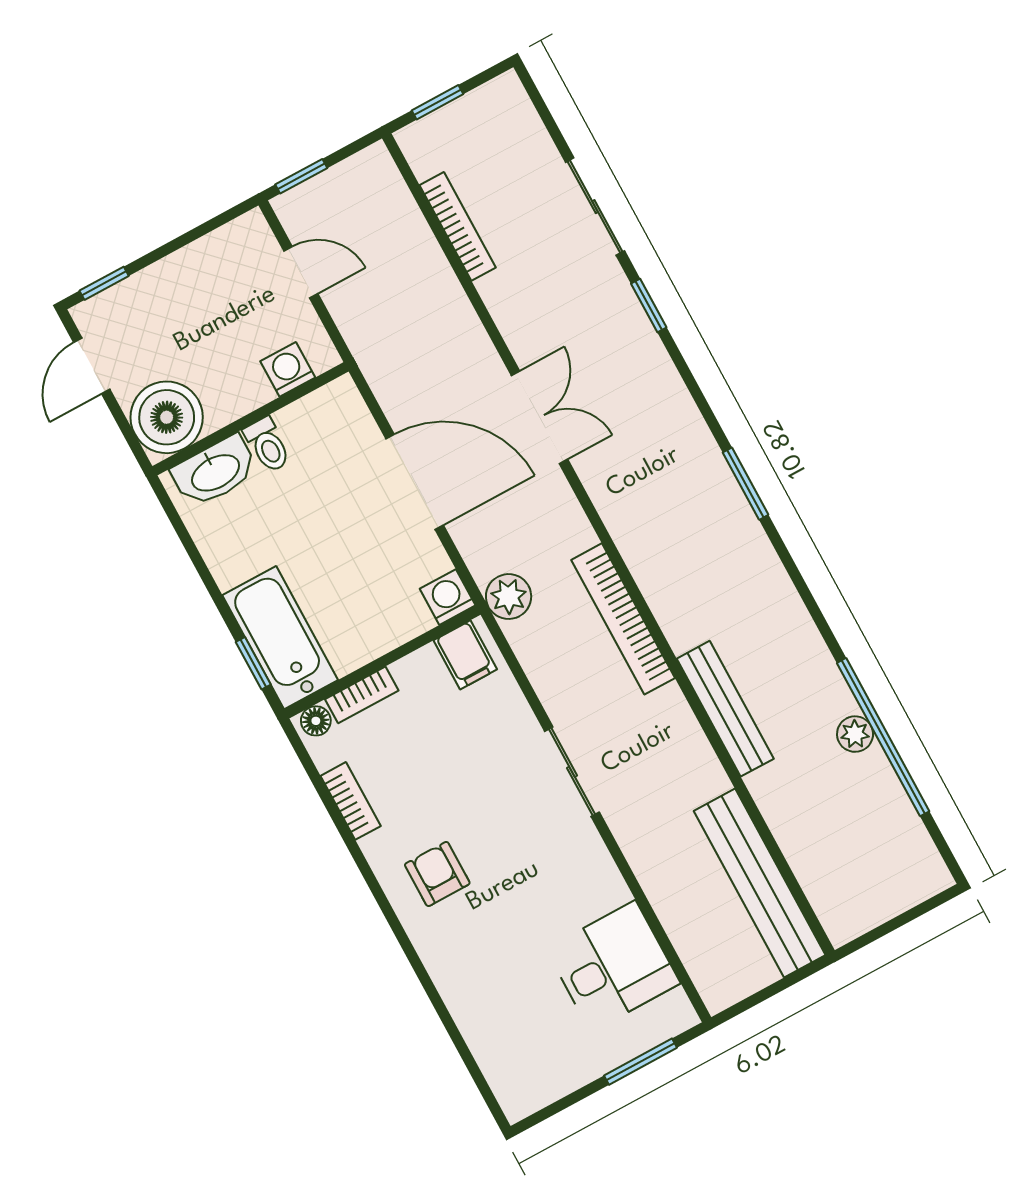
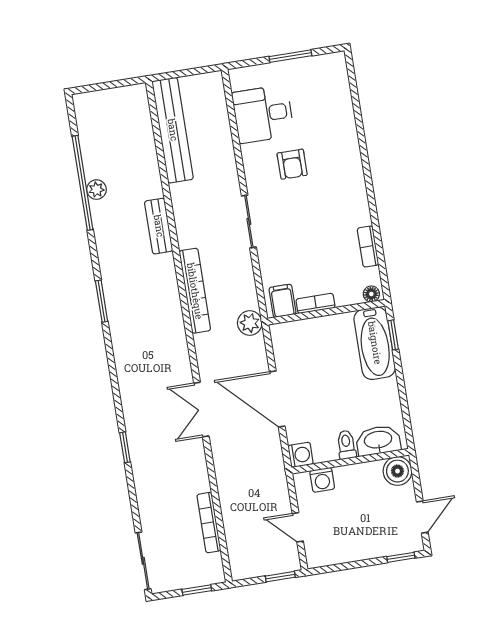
sliding door: (595, 207) -> (143, 561), moved
boiler: (167, 417) -> (397, 471), width x0.73, depth x0.73
window: (745, 484) -> (102, 301), moved
washing machine: (448, 597) -> (301, 455), moved, turned -90
bookcase: (362, 695) -> (316, 303), moved
bench: (725, 709) -> (159, 226), width x0.73
armchair: (437, 874) -> (292, 164), moved
window: (640, 1062) -> (290, 56), moved

